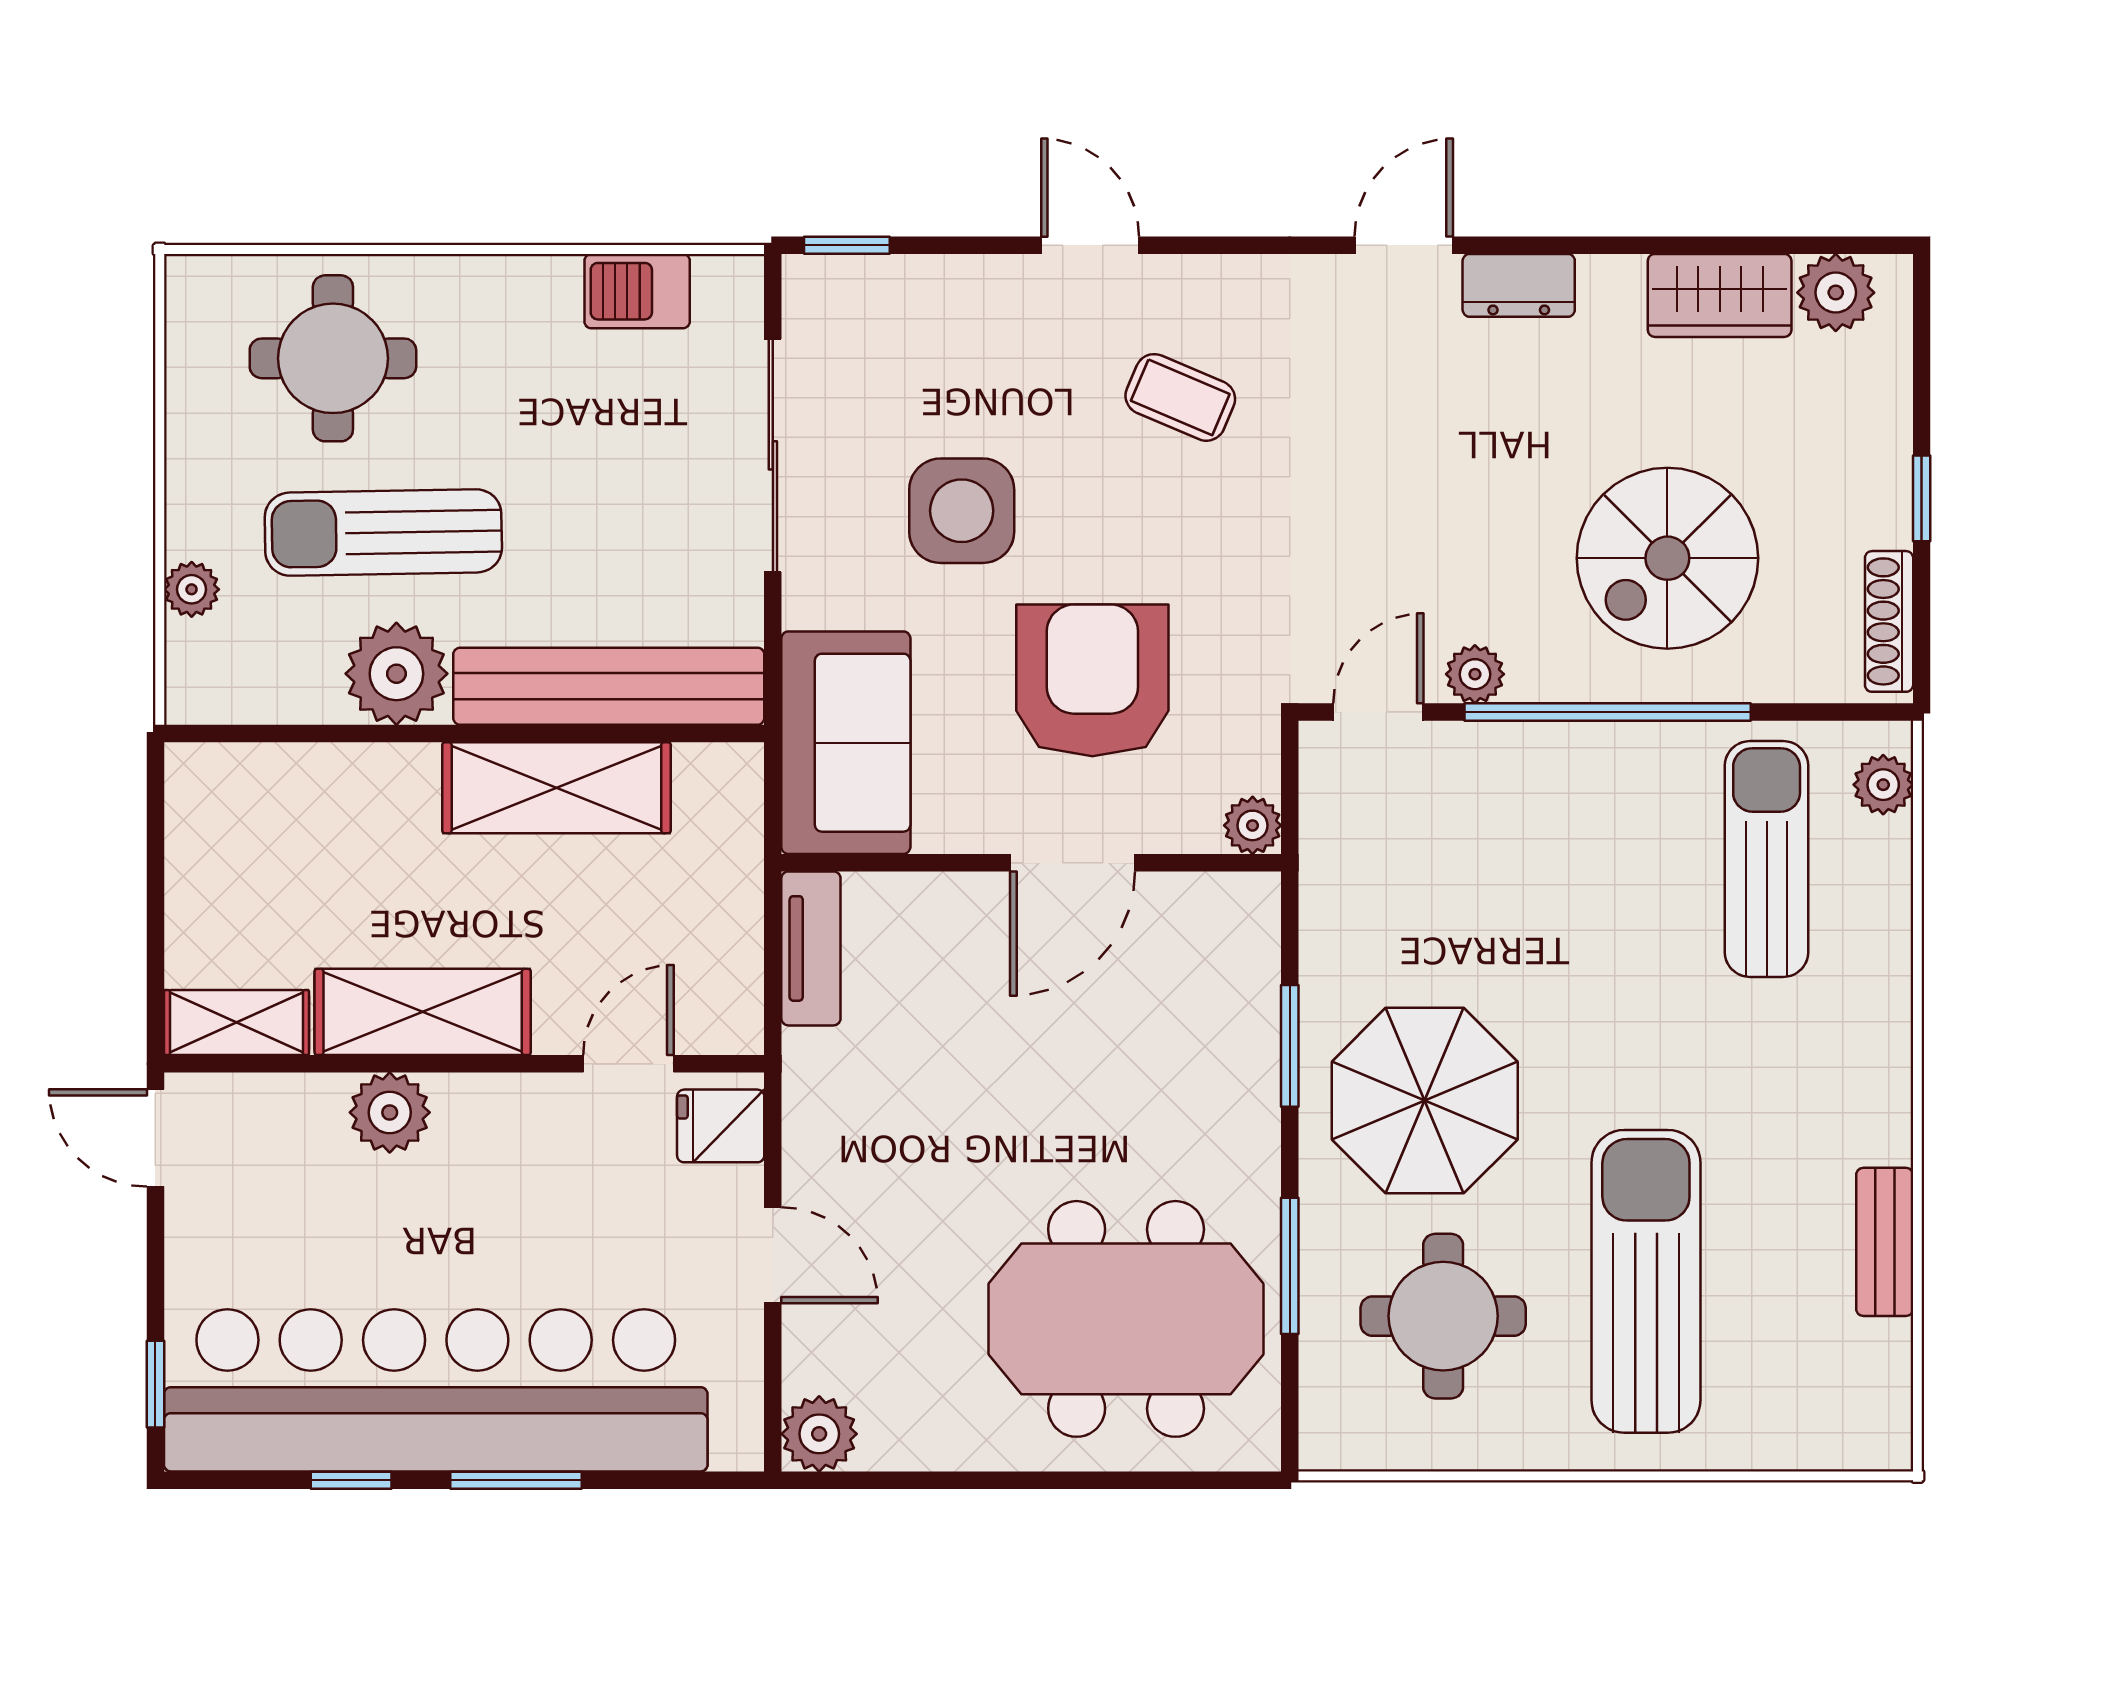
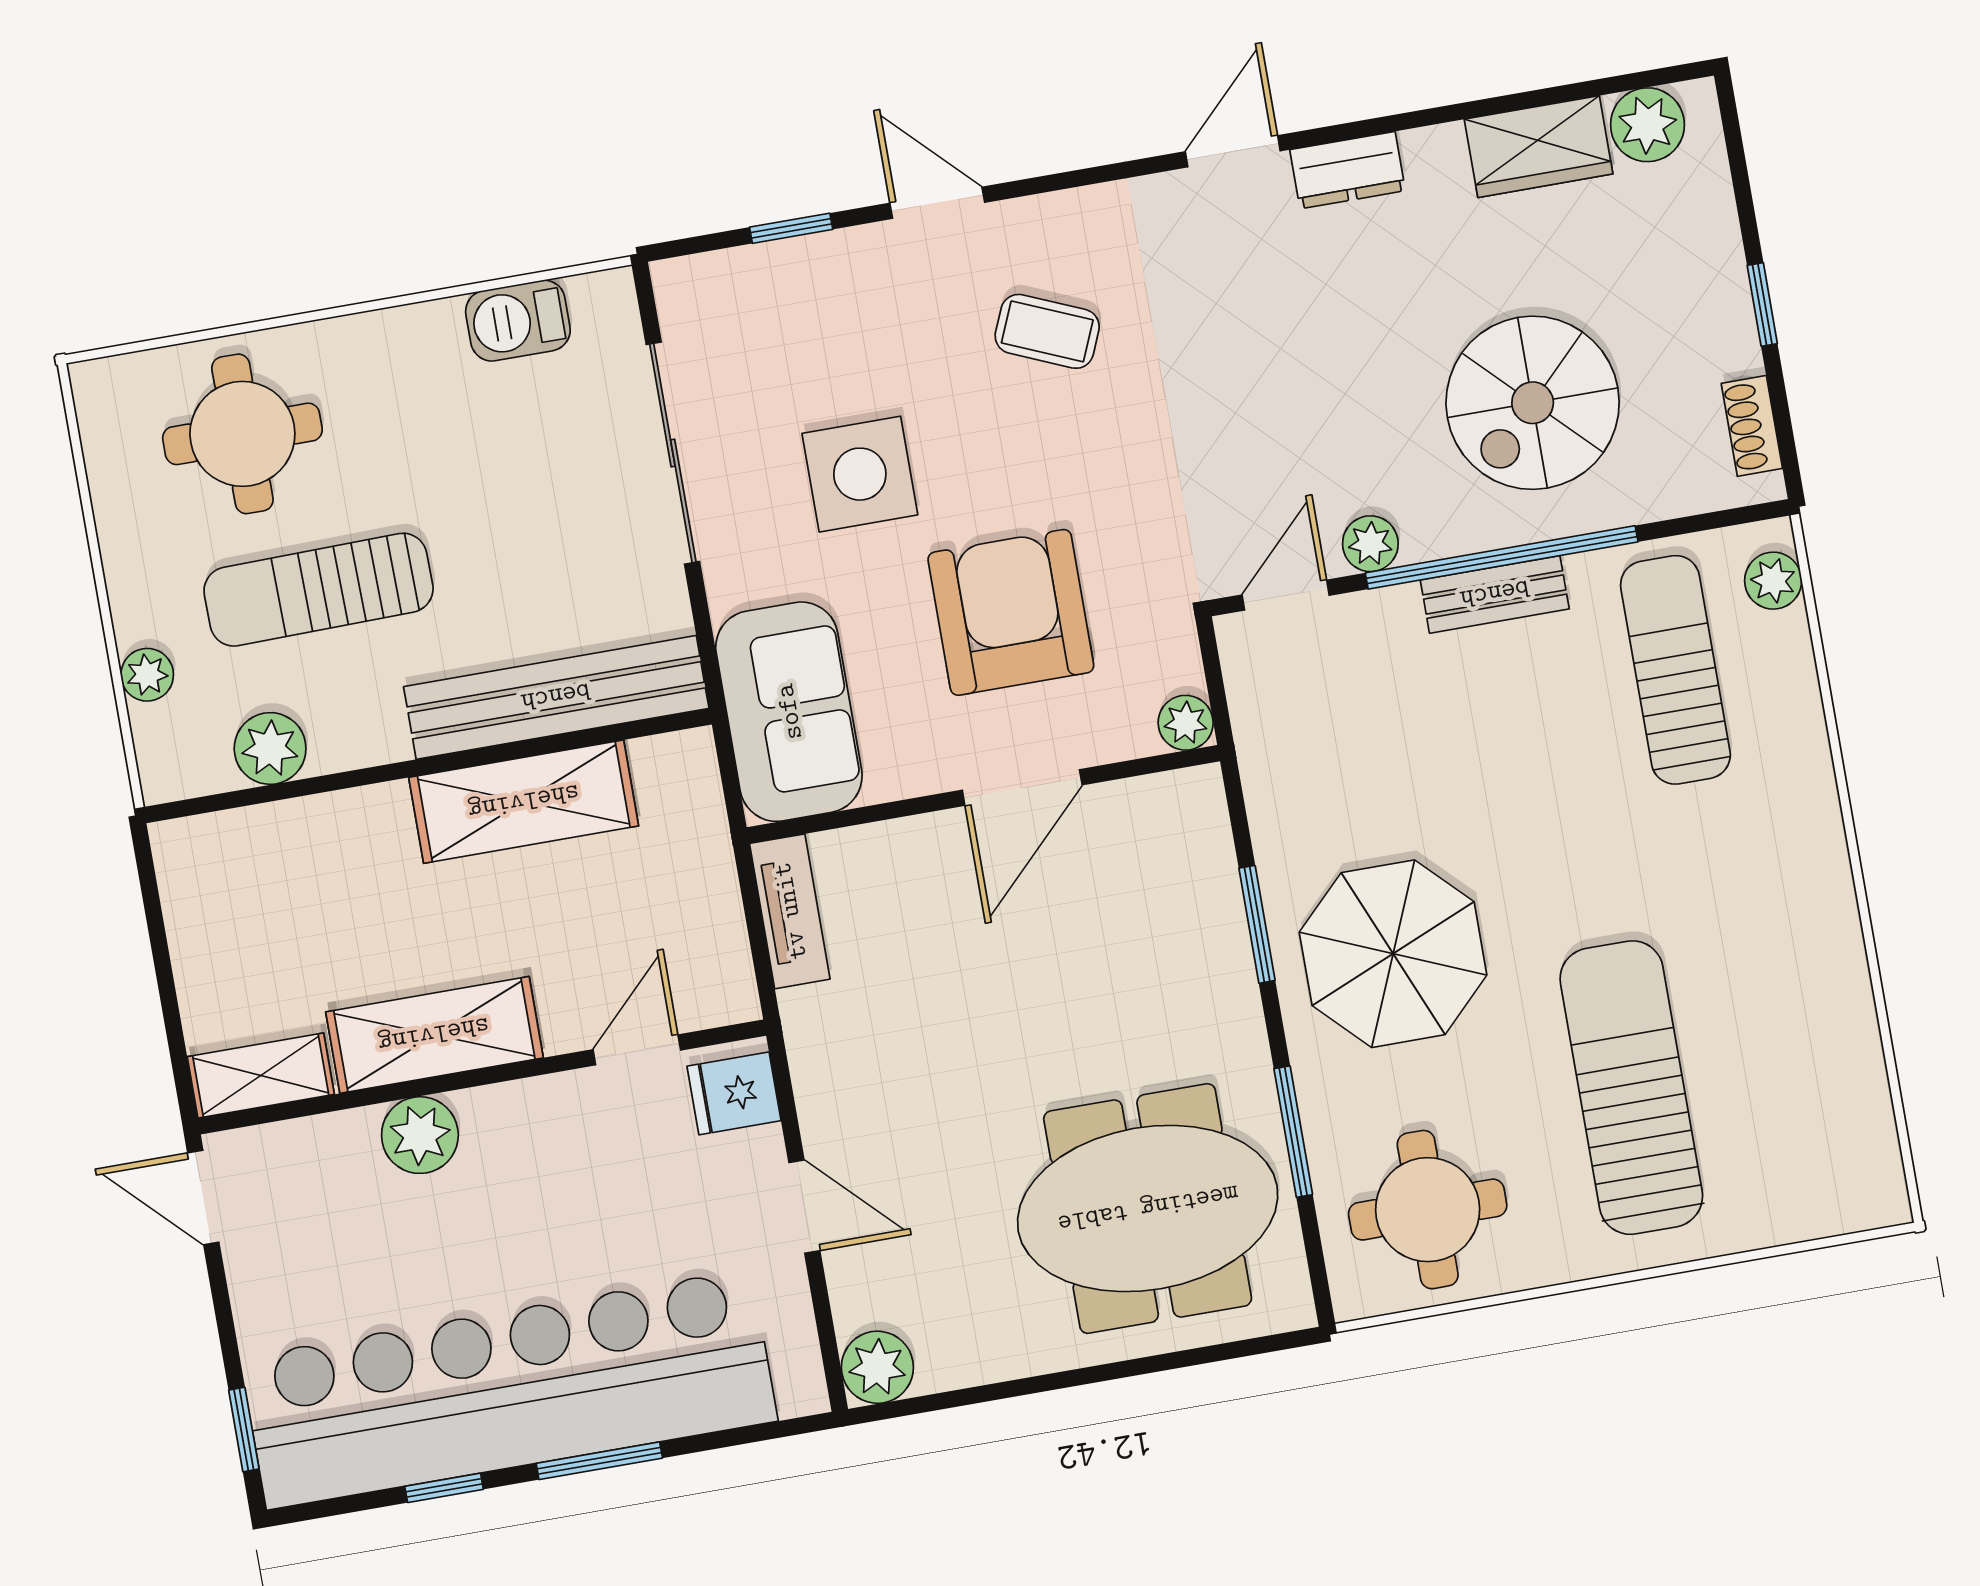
window: (847, 245) -> (791, 228), moved
shoe rack: (1889, 621) -> (1752, 426), width x0.70
plant: (396, 674) -> (270, 748), moved, width x0.73, depth x0.73
bench: (1885, 1242) -> (1495, 594), moved, turned 90
round table: (1443, 1316) -> (1428, 1210), moved

